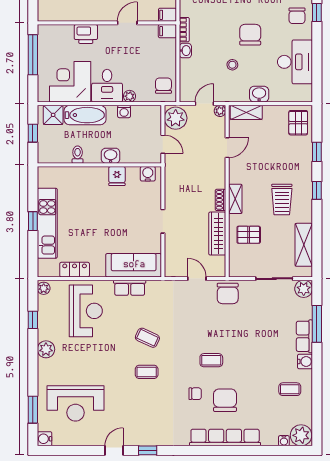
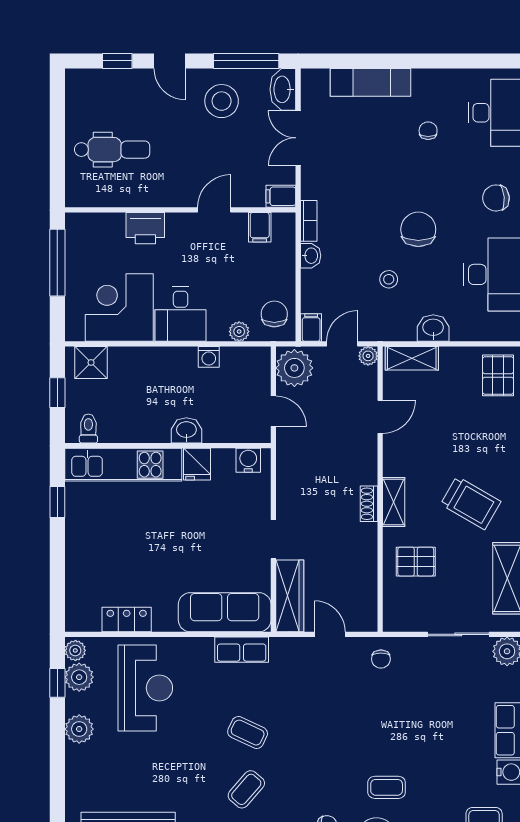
chair: (297, 16) -> (496, 198), turned 85
filing cabinet: (167, 31) -> (260, 227), moved, turned -90
filing cabinet: (186, 94) -> (311, 328), added
plant: (130, 96) -> (239, 332), moved
bathtub: (85, 115) -> (144, 363), removed
toilet: (78, 155) -> (88, 429), moved
trolley: (282, 199) -> (471, 503), turned -60
window: (33, 221) -> (57, 502), moved
kitchen unit: (47, 223) -> (123, 465), moved, turned 90
wardrobe: (217, 234) -> (290, 596), moved, turned 180
row of seats: (130, 288) -> (242, 650), moved
chair: (228, 293) -> (381, 659), width x0.54, depth x0.54
plant: (46, 304) -> (79, 677), added
window: (33, 320) -> (57, 683), moved
plant: (46, 349) -> (79, 729), moved
coffee table: (211, 360) -> (387, 787), moved
coffee table: (147, 372) -> (246, 789), turned -49

